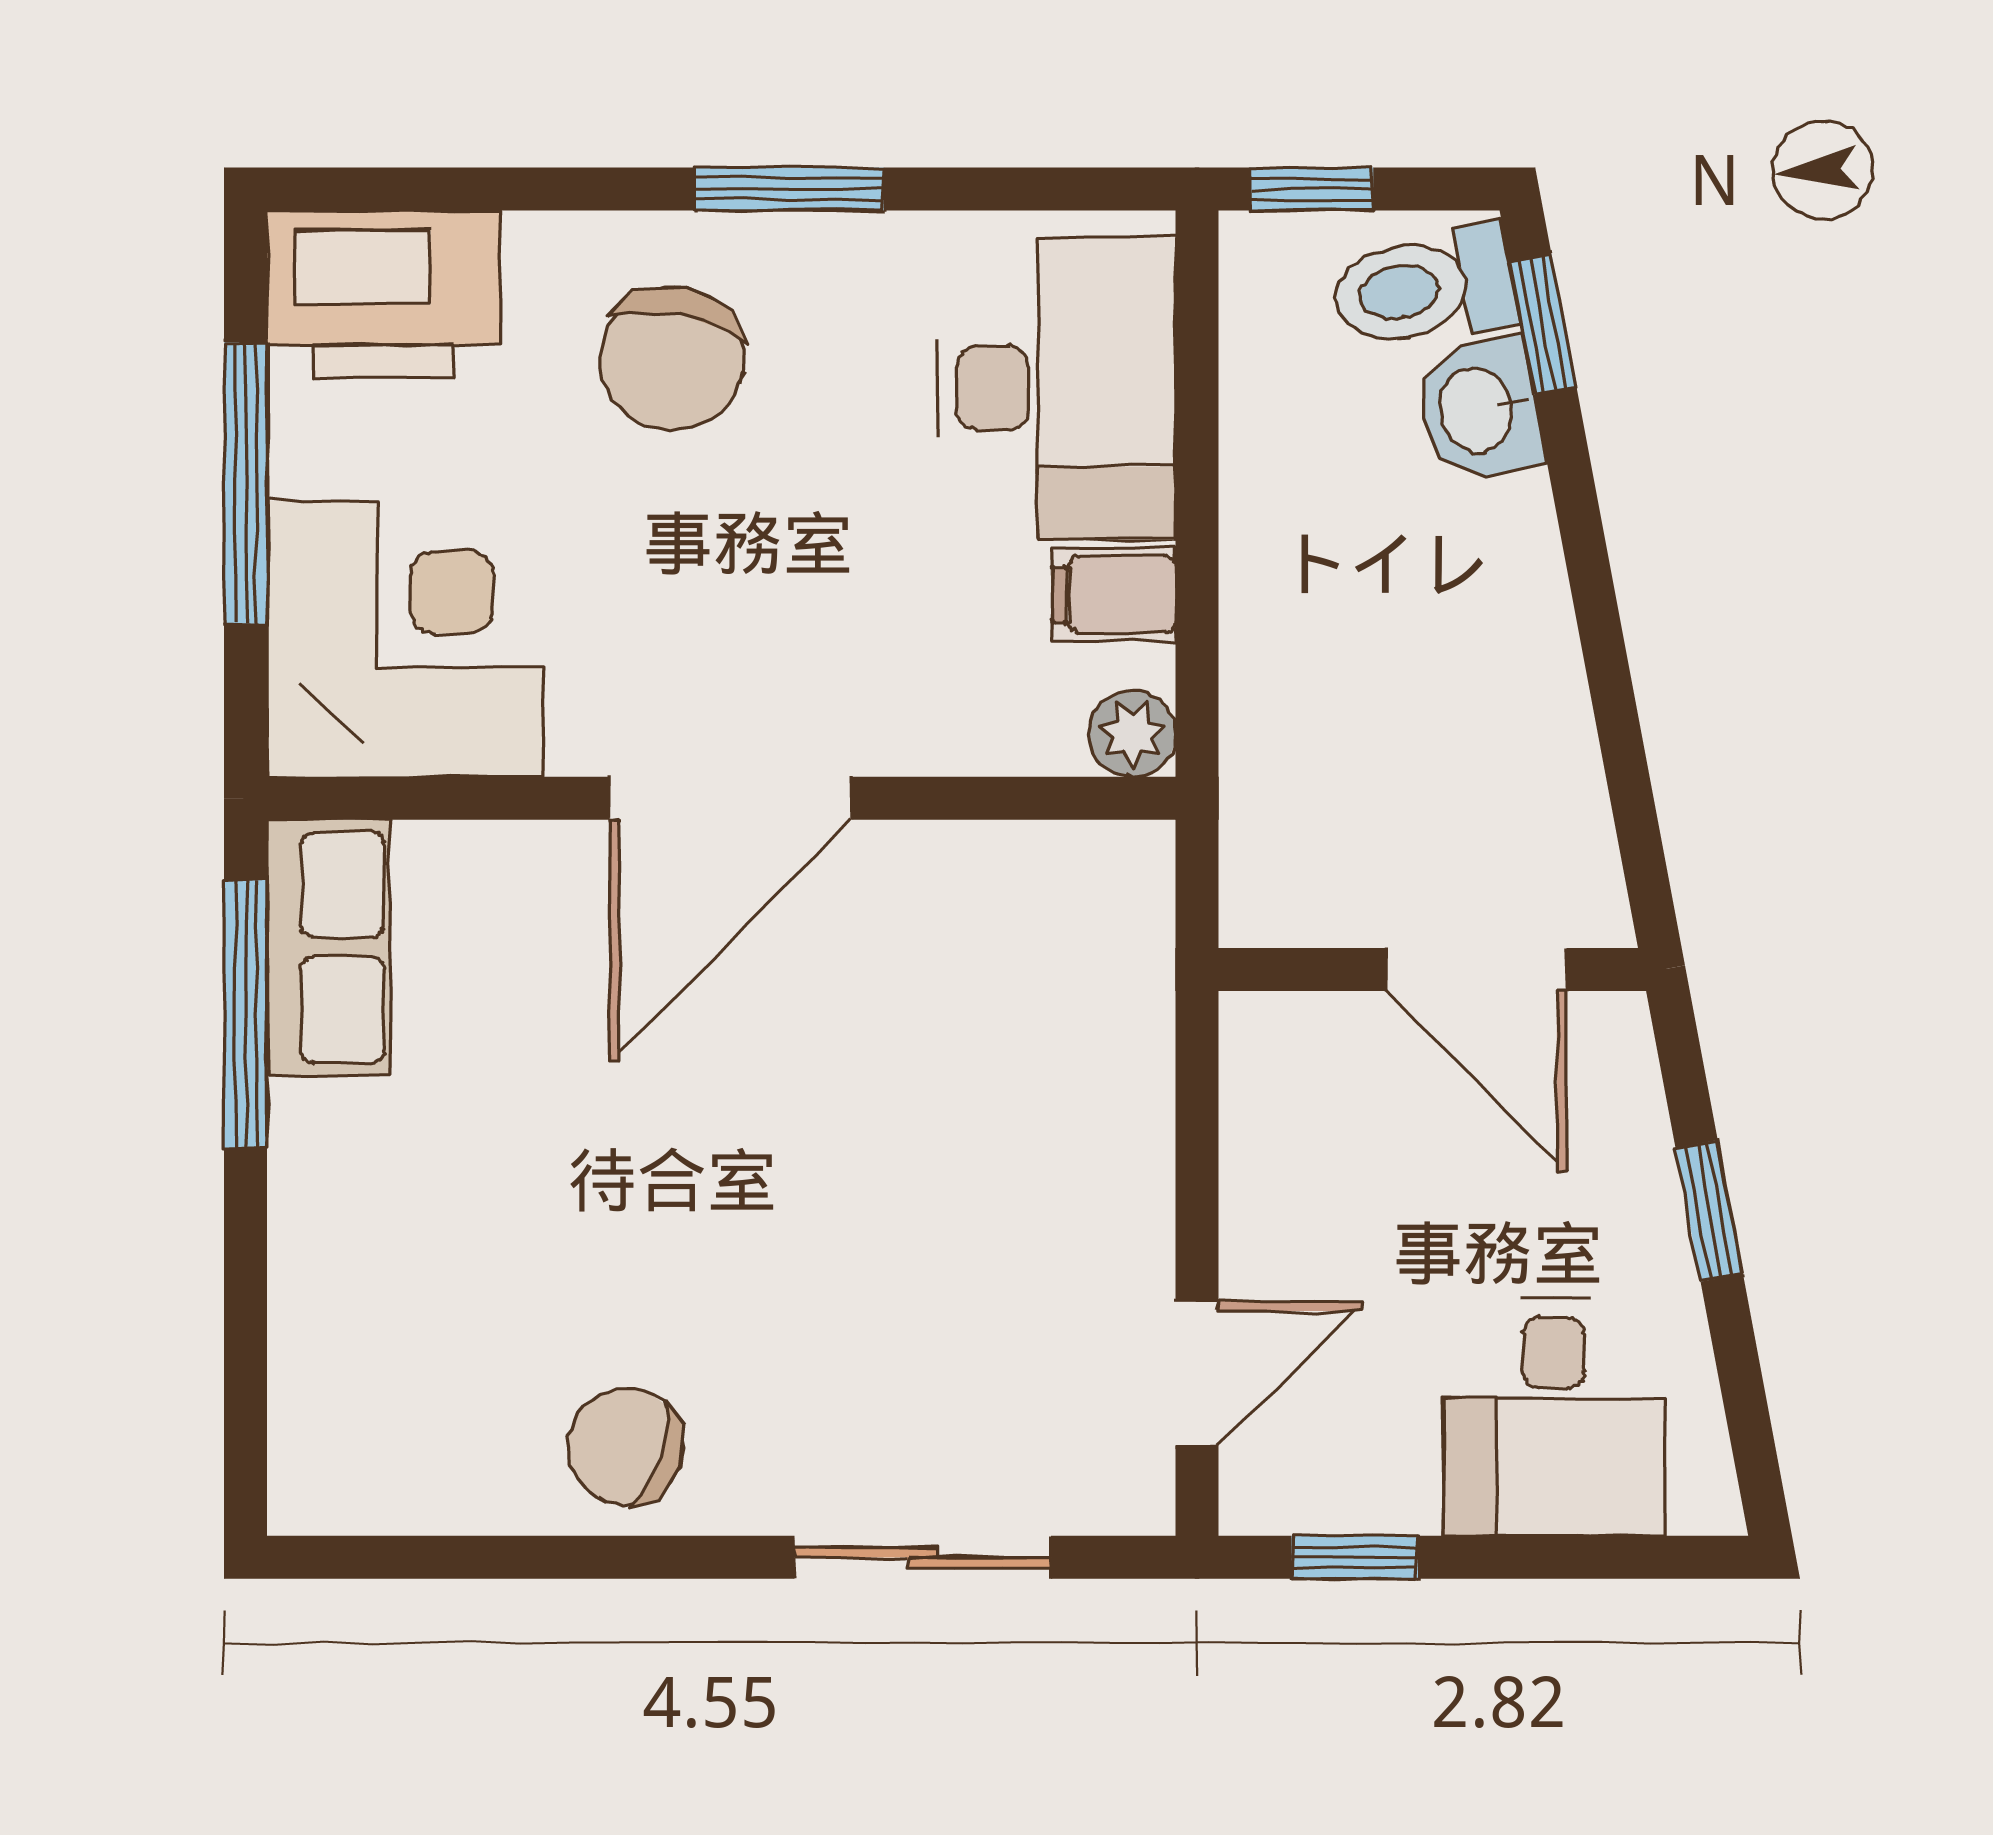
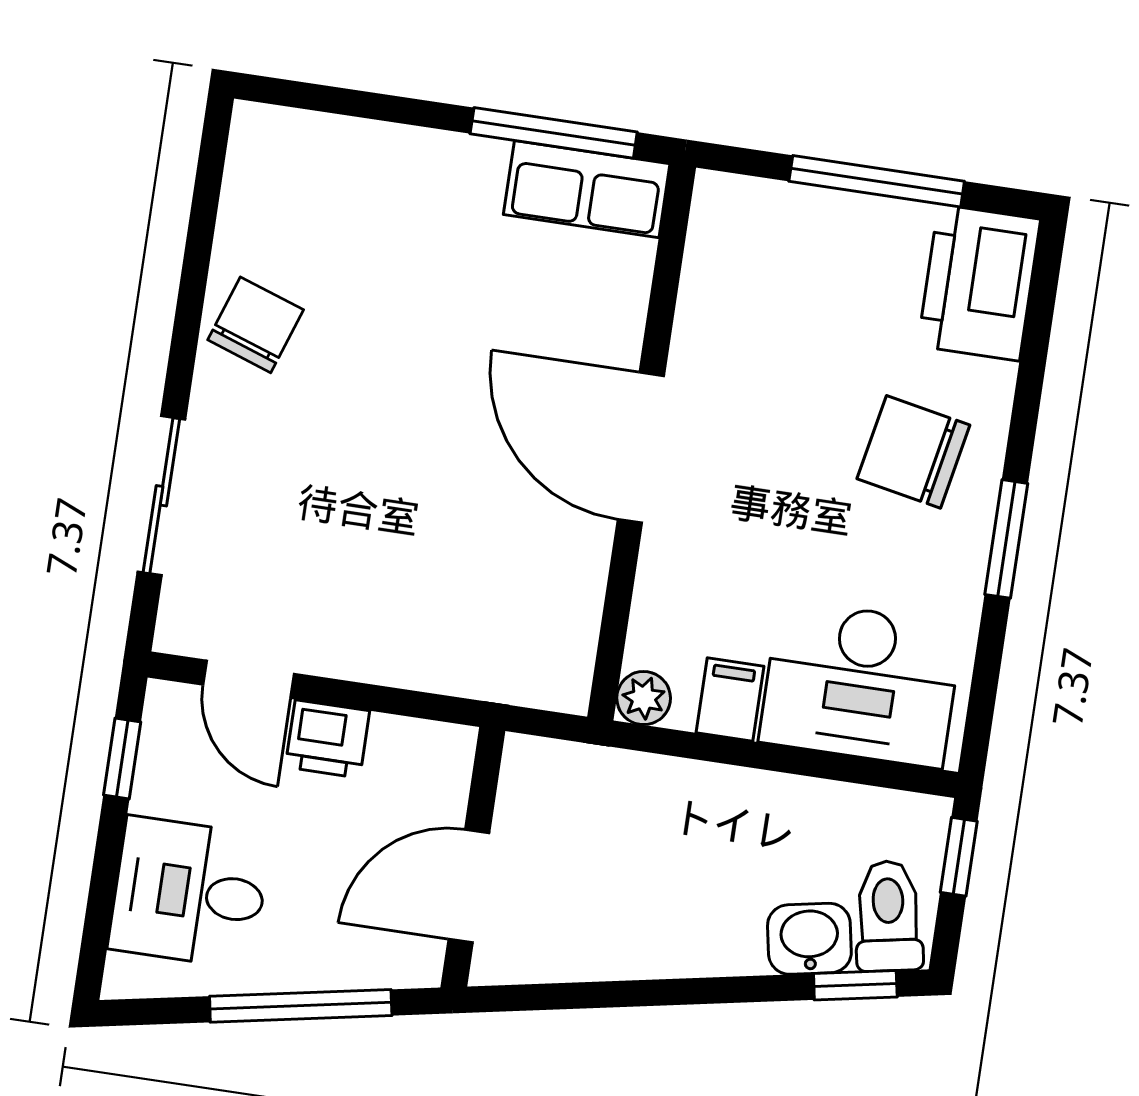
corner desk: (405, 639) -> (767, 264), removed
window: (1709, 1211) -> (301, 1006), width x2.17
printer: (1274, 1232) -> (327, 739), added

